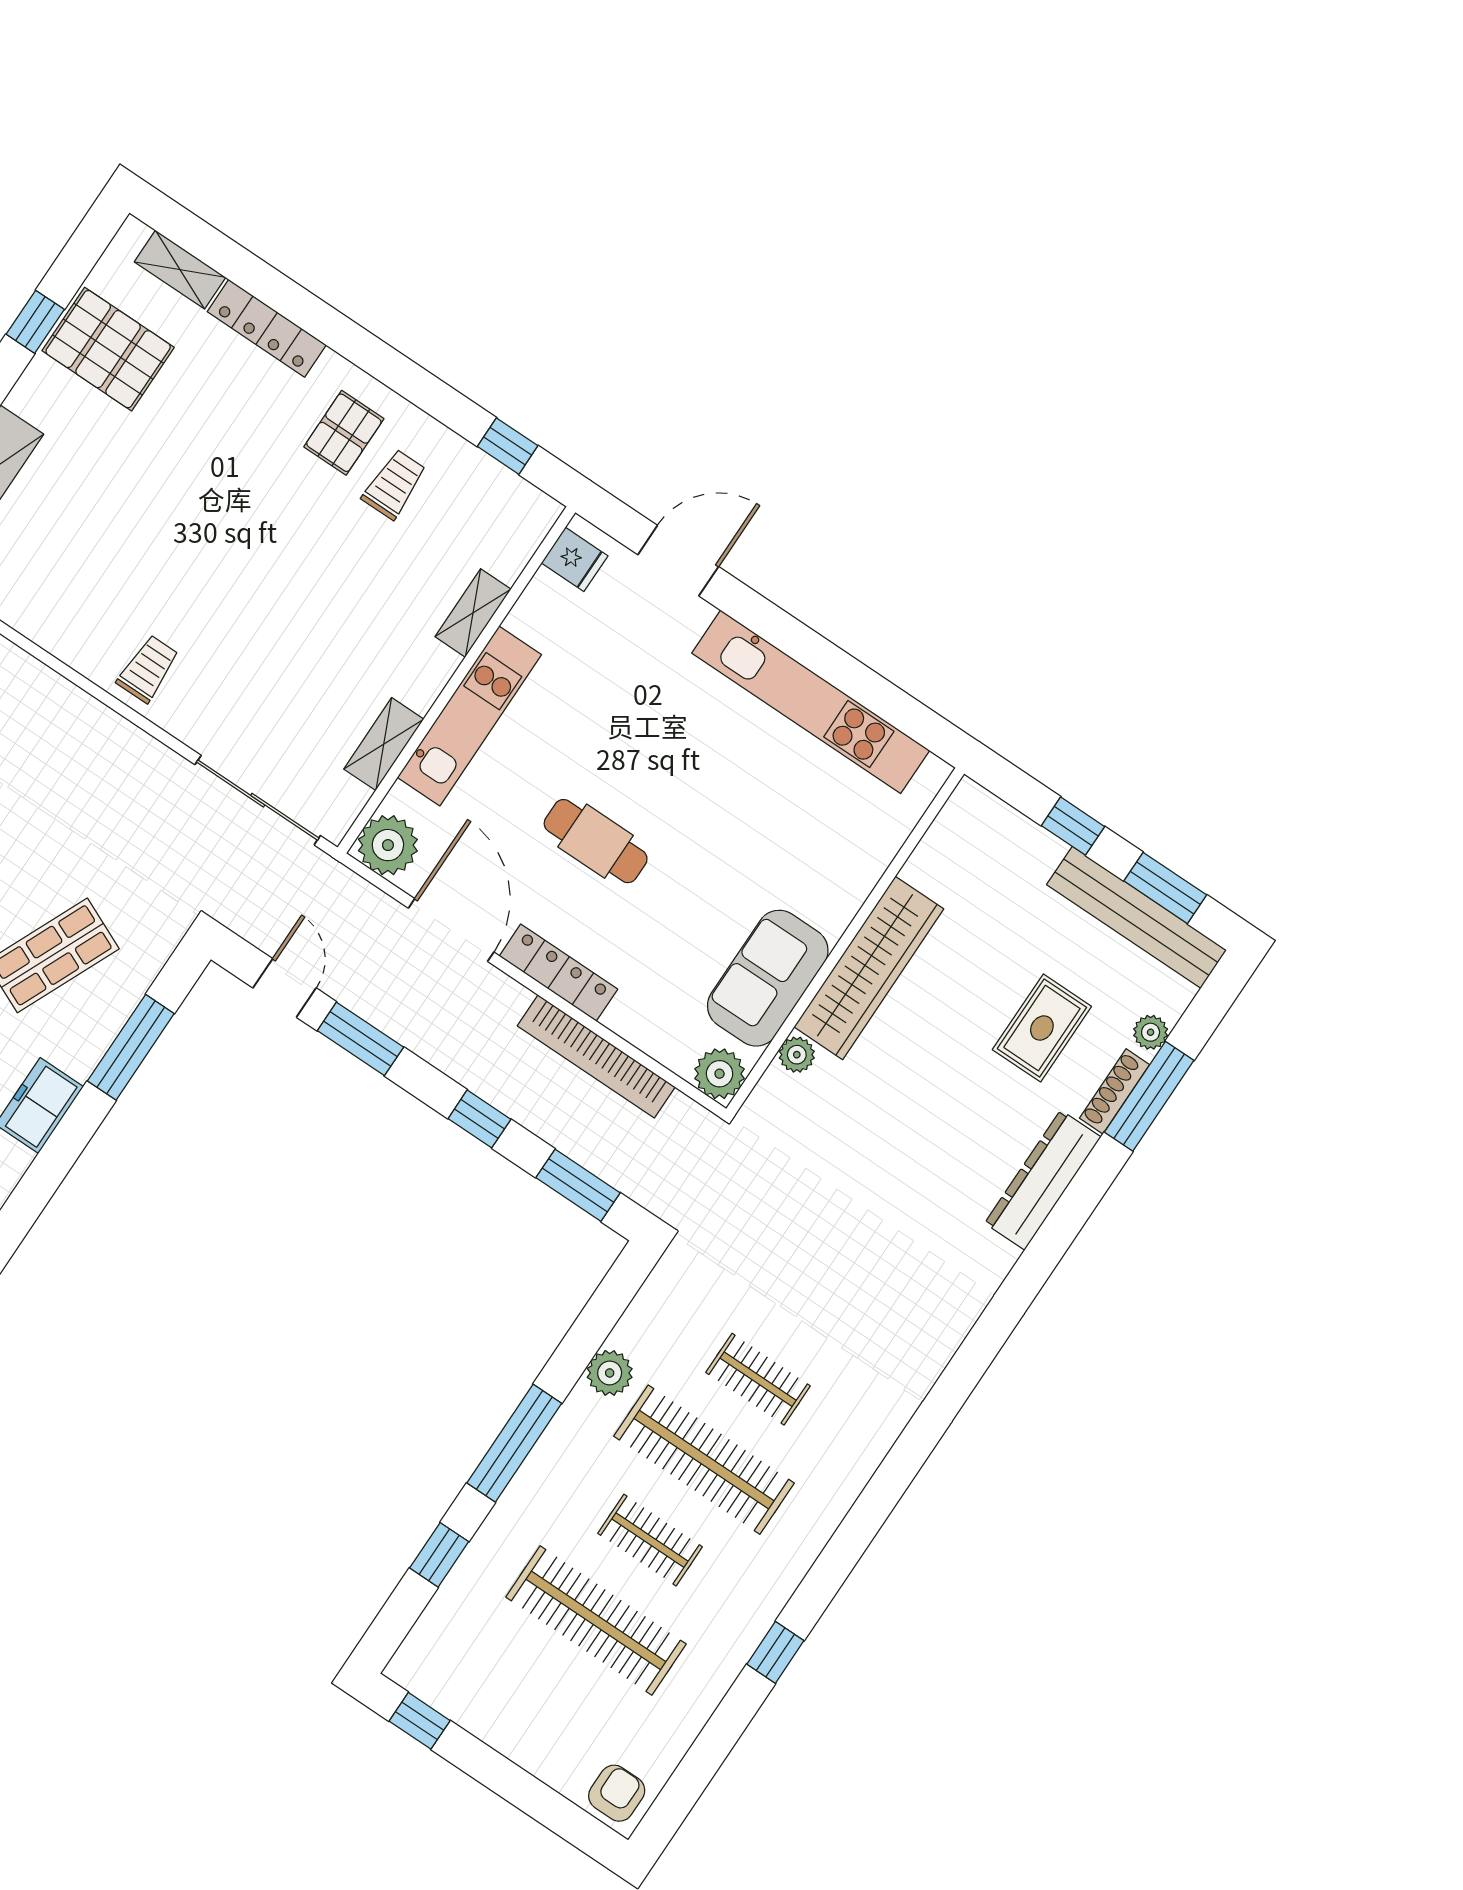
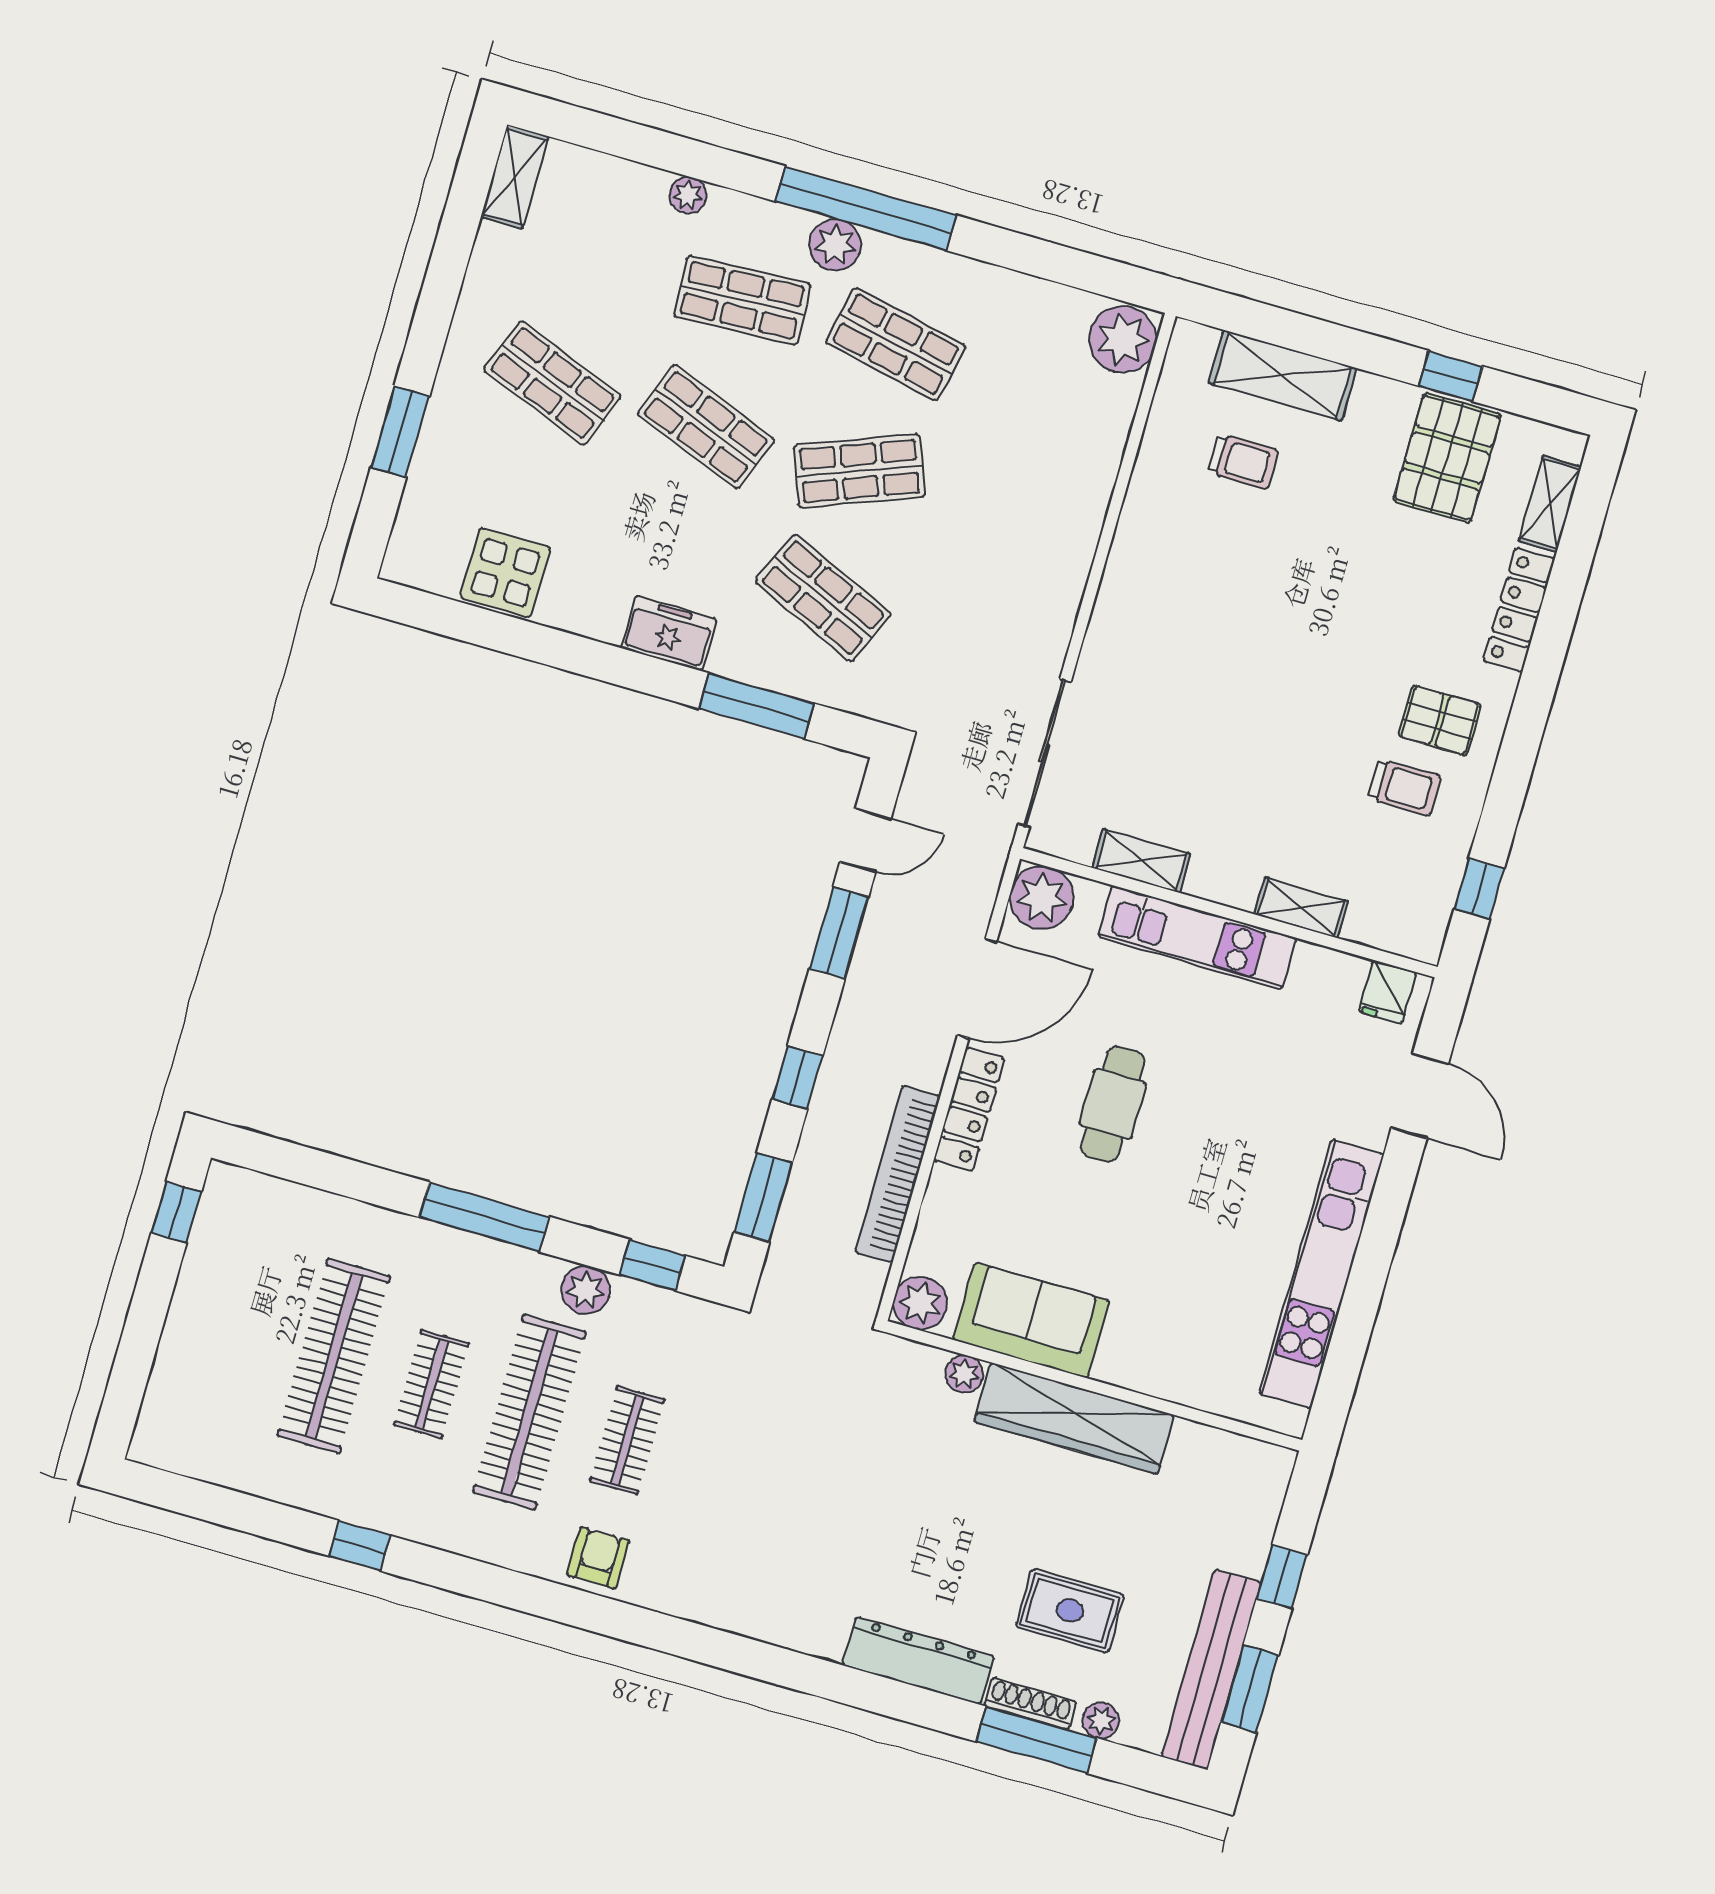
trolley: (148, 669) -> (1243, 461), moved
window: (439, 1555) -> (653, 1265), moved
armchair: (617, 1793) -> (598, 1558), moved, turned -90

